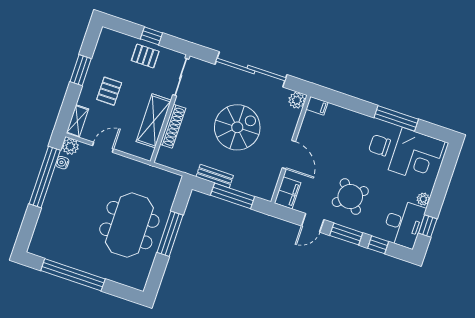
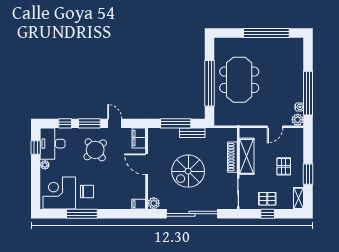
shelving: (77, 121) -> (299, 198), moved
door: (313, 223) -> (115, 123), hinge flipped
window: (170, 234) -> (210, 83), width x1.46

